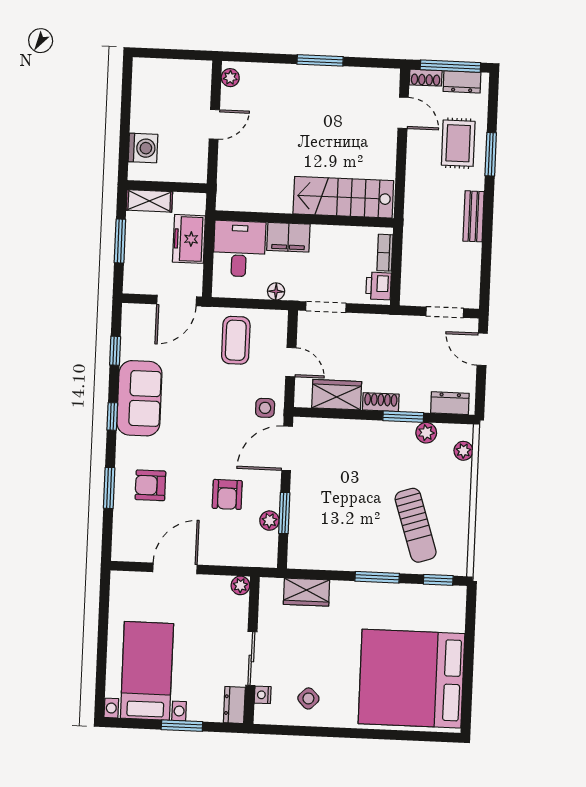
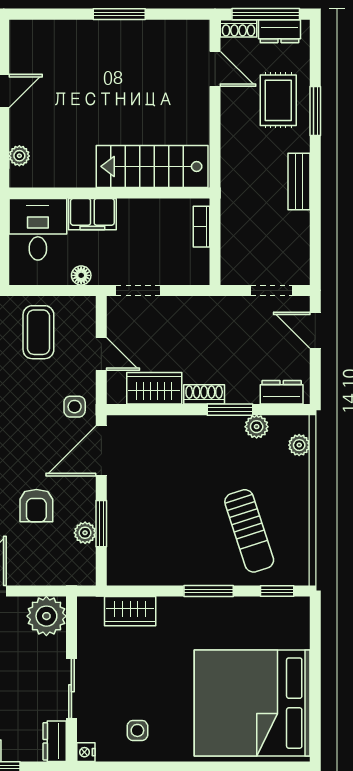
plant: (230, 78) -> (19, 156), moved
printer: (379, 286) -> (196, 264), removed
plant: (240, 585) -> (46, 616), width x1.87, depth x1.87
nightstand: (263, 695) -> (86, 752), moved
side table: (308, 698) -> (137, 730), turned 45

